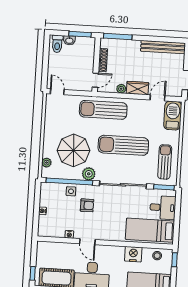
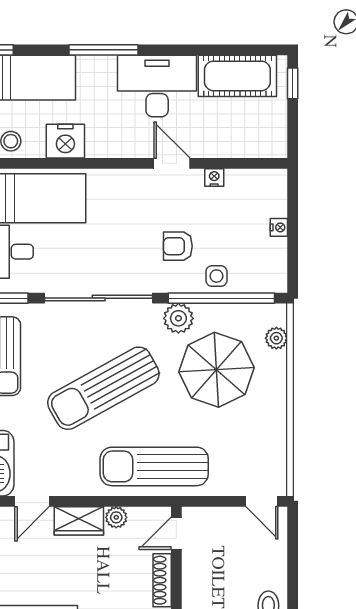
sun lounger: (103, 110) -> (154, 466), turned 180
sun lounger: (123, 145) -> (103, 388), turned 151

